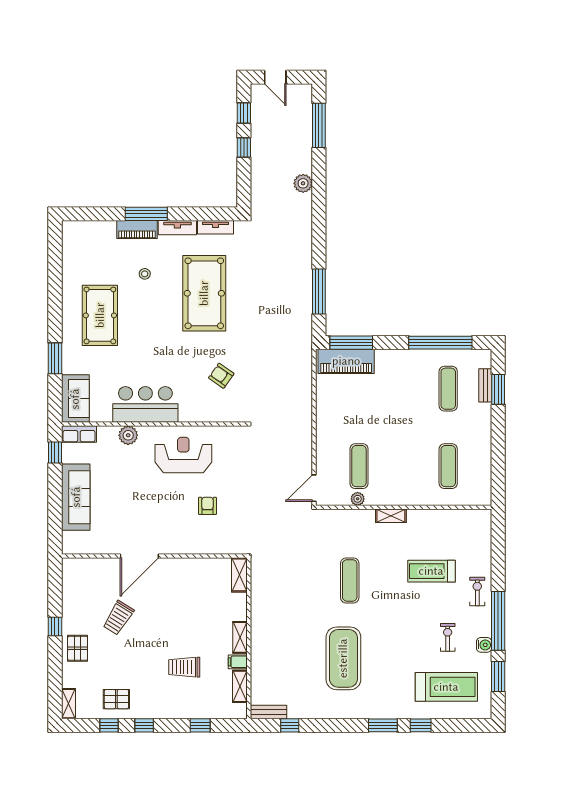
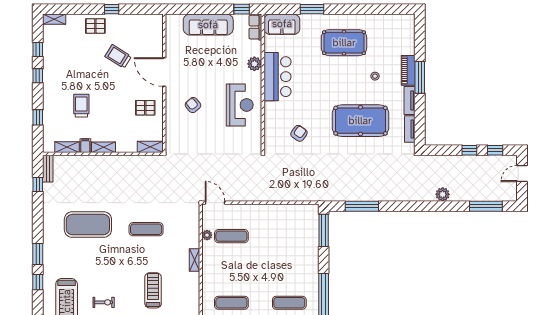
piano: (346, 361) -> (310, 227), removed
armchair: (207, 506) -> (193, 105), moved, turned -131
pallet: (116, 699) -> (145, 108), moved, turned 90

